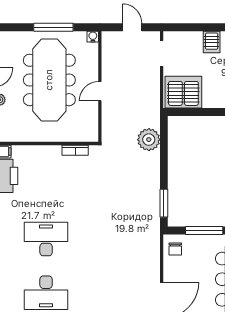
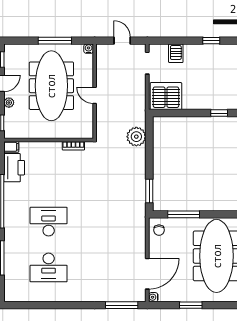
server rack: (212, 42) -> (176, 53), moved
door: (100, 91) -> (95, 95), hinge flipped

